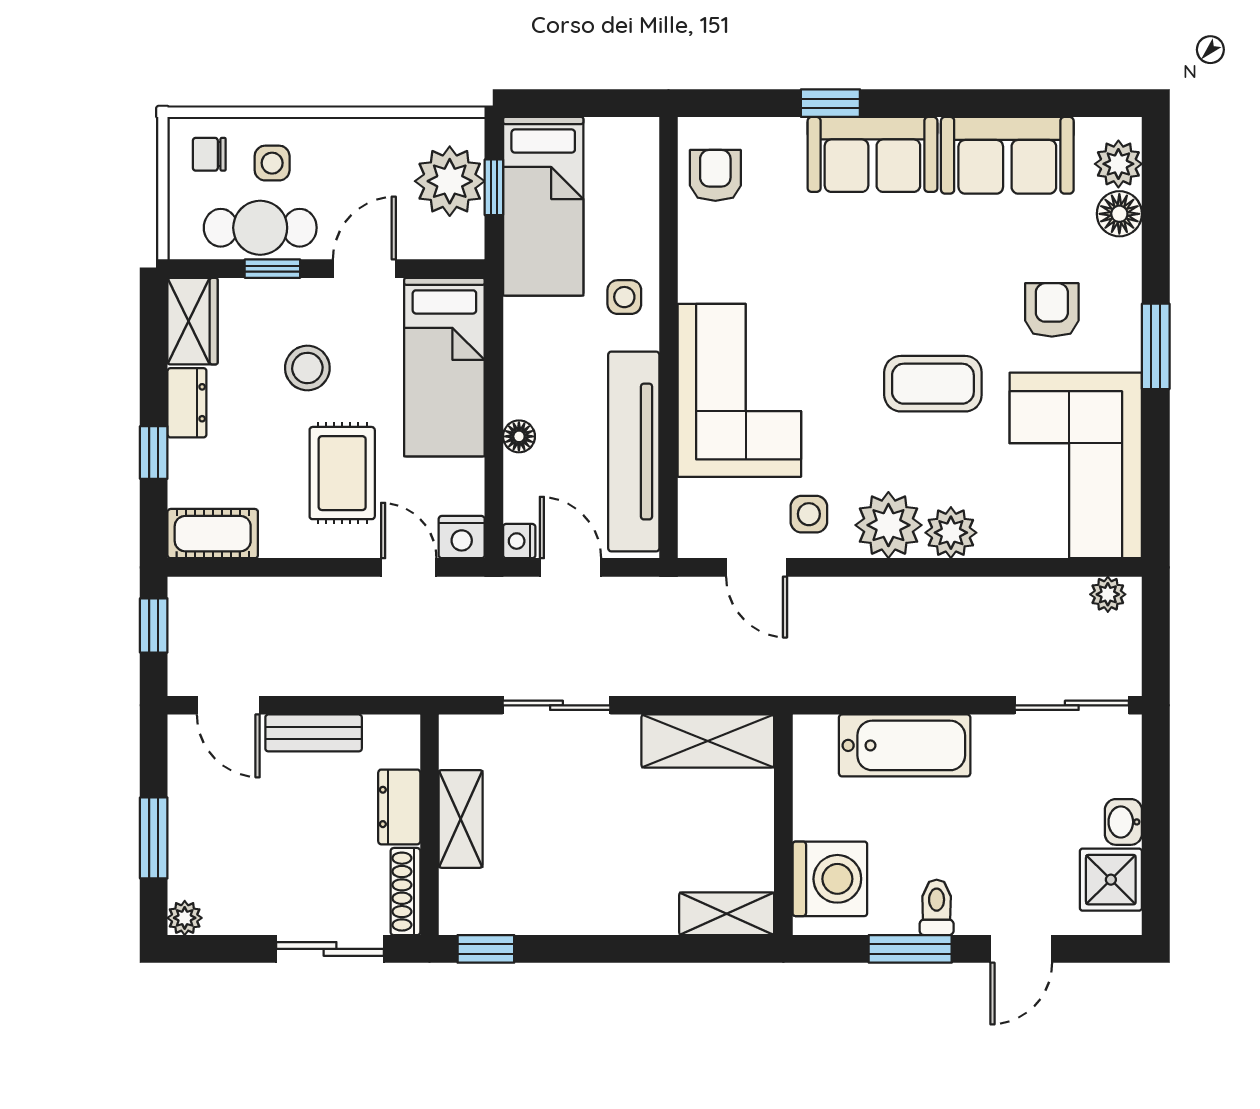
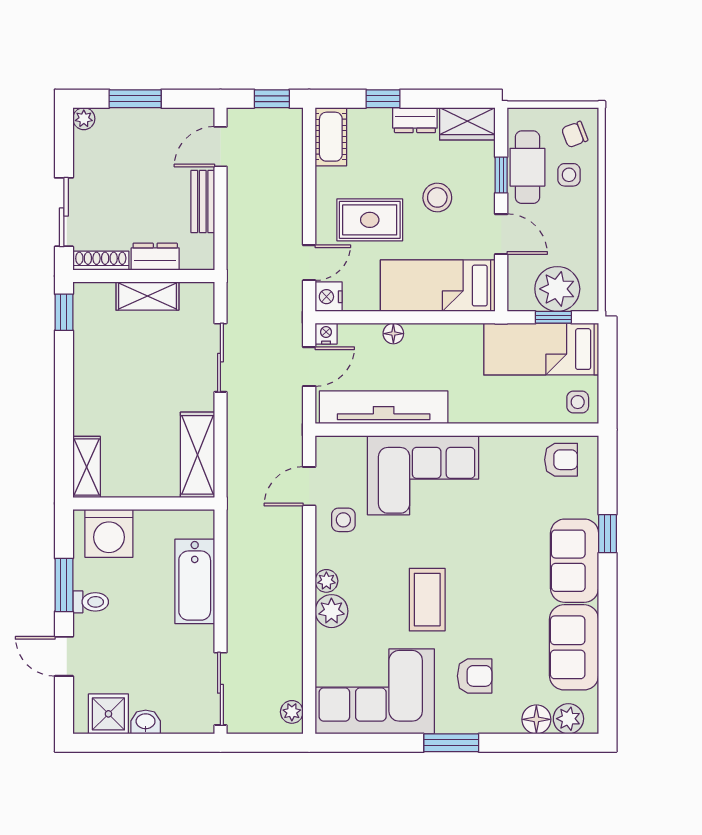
chair: (209, 154) -> (575, 134), turned -111
side table: (624, 297) -> (578, 402), moved
plant: (888, 525) -> (326, 581), width x0.53, depth x0.53

